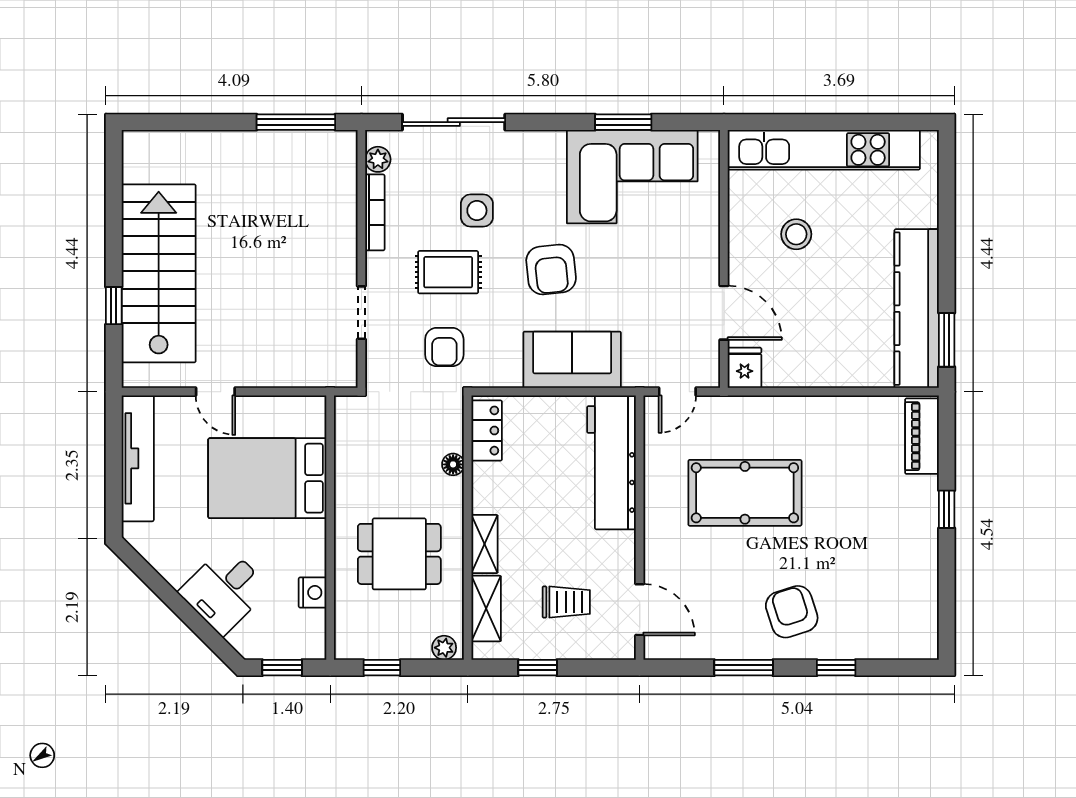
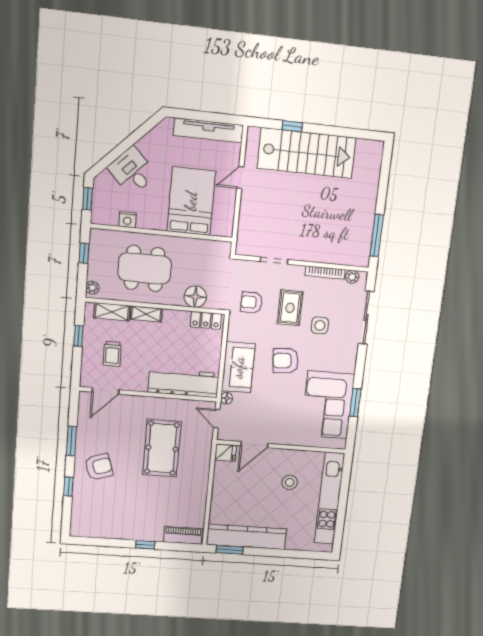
floor lamp: (635, 376) -> (227, 398), added
floor lamp: (453, 464) -> (195, 297), width x1.89, depth x1.89
dining table: (399, 554) -> (145, 268), width x1.38

